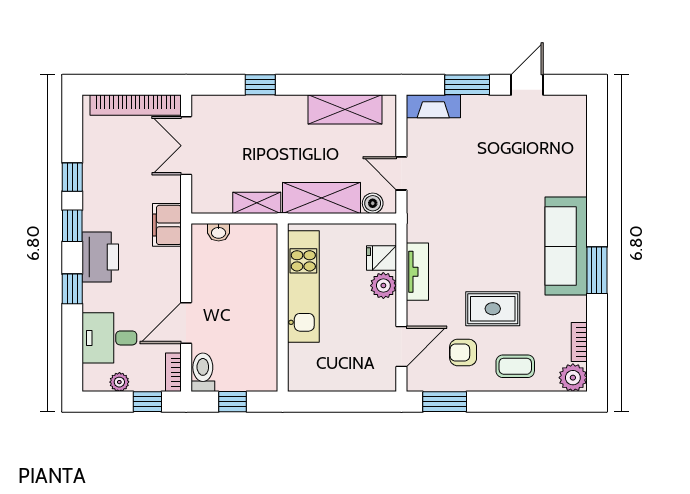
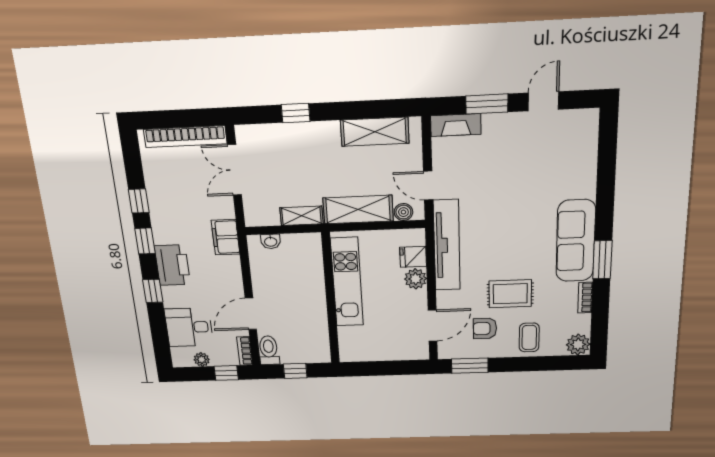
tv unit: (417, 272) -> (447, 245), width x1.92, depth x1.29
bookcase: (579, 342) -> (585, 298), moved
coffee table: (515, 366) -> (529, 337), turned 90

